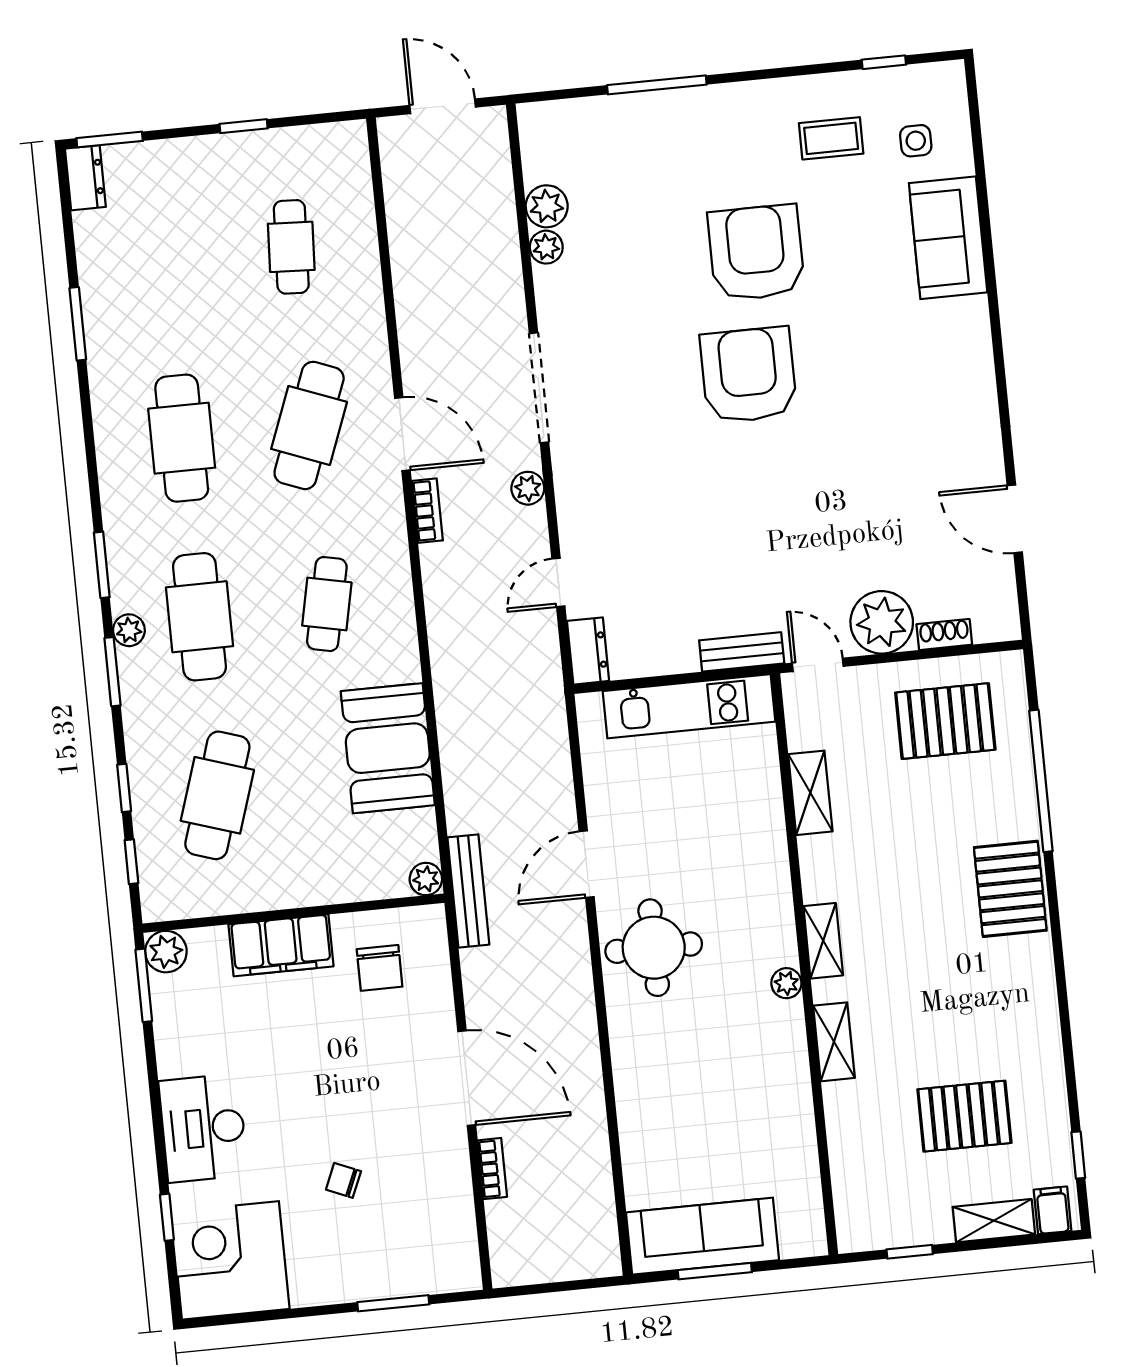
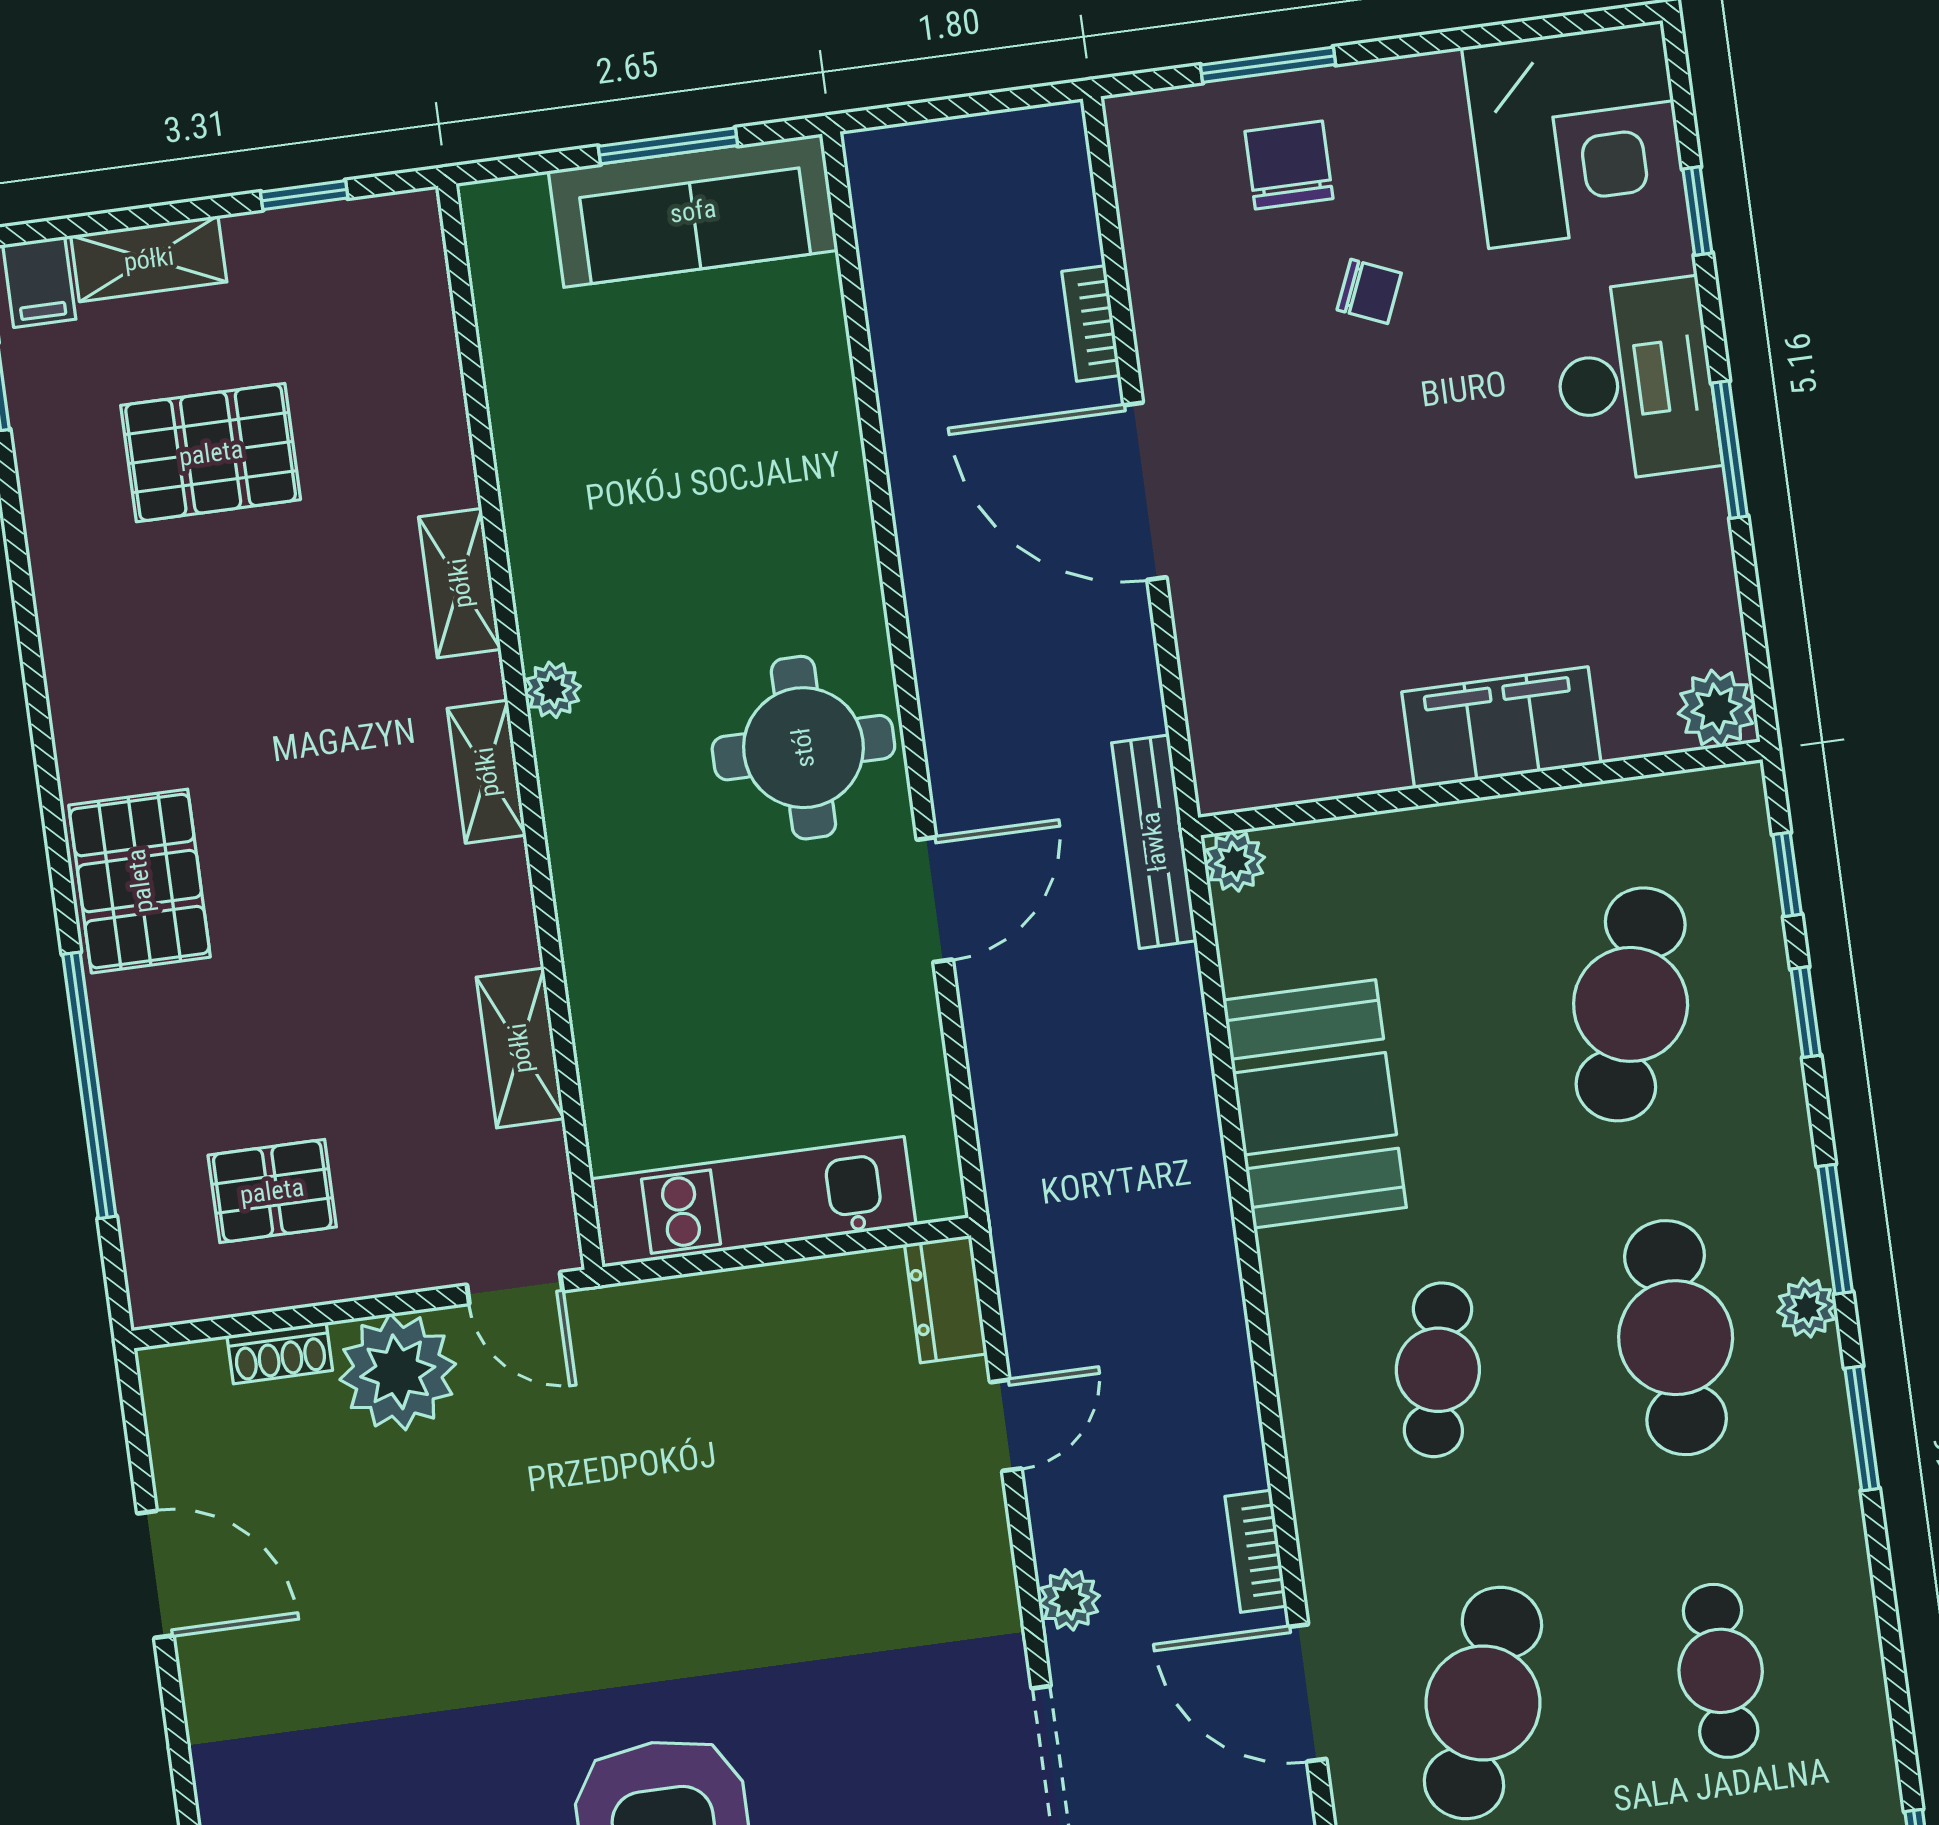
cafe table: (182, 438) -> (1721, 1671), width x0.73, depth x0.74
bench: (742, 652) -> (658, 1307), removed
pallet: (945, 721) -> (272, 1191), width x0.67, depth x0.71
chair: (380, 968) -> (1289, 165), moved
window: (144, 985) -> (1730, 450), moved

